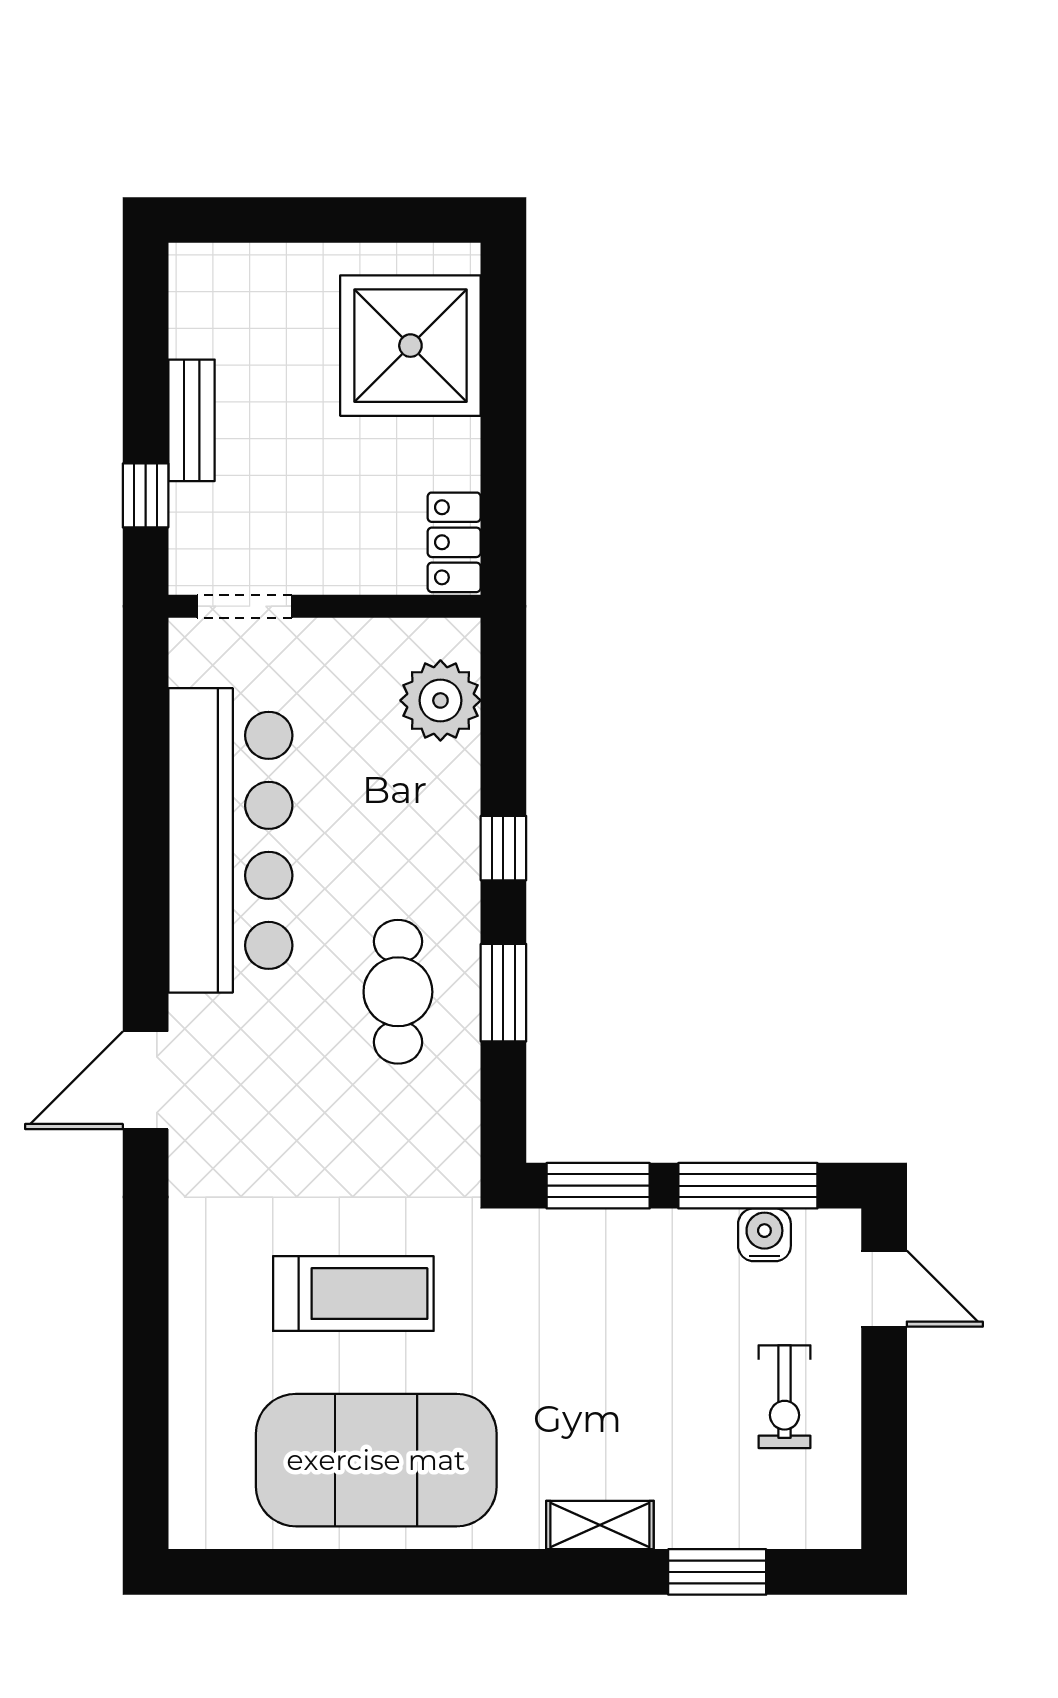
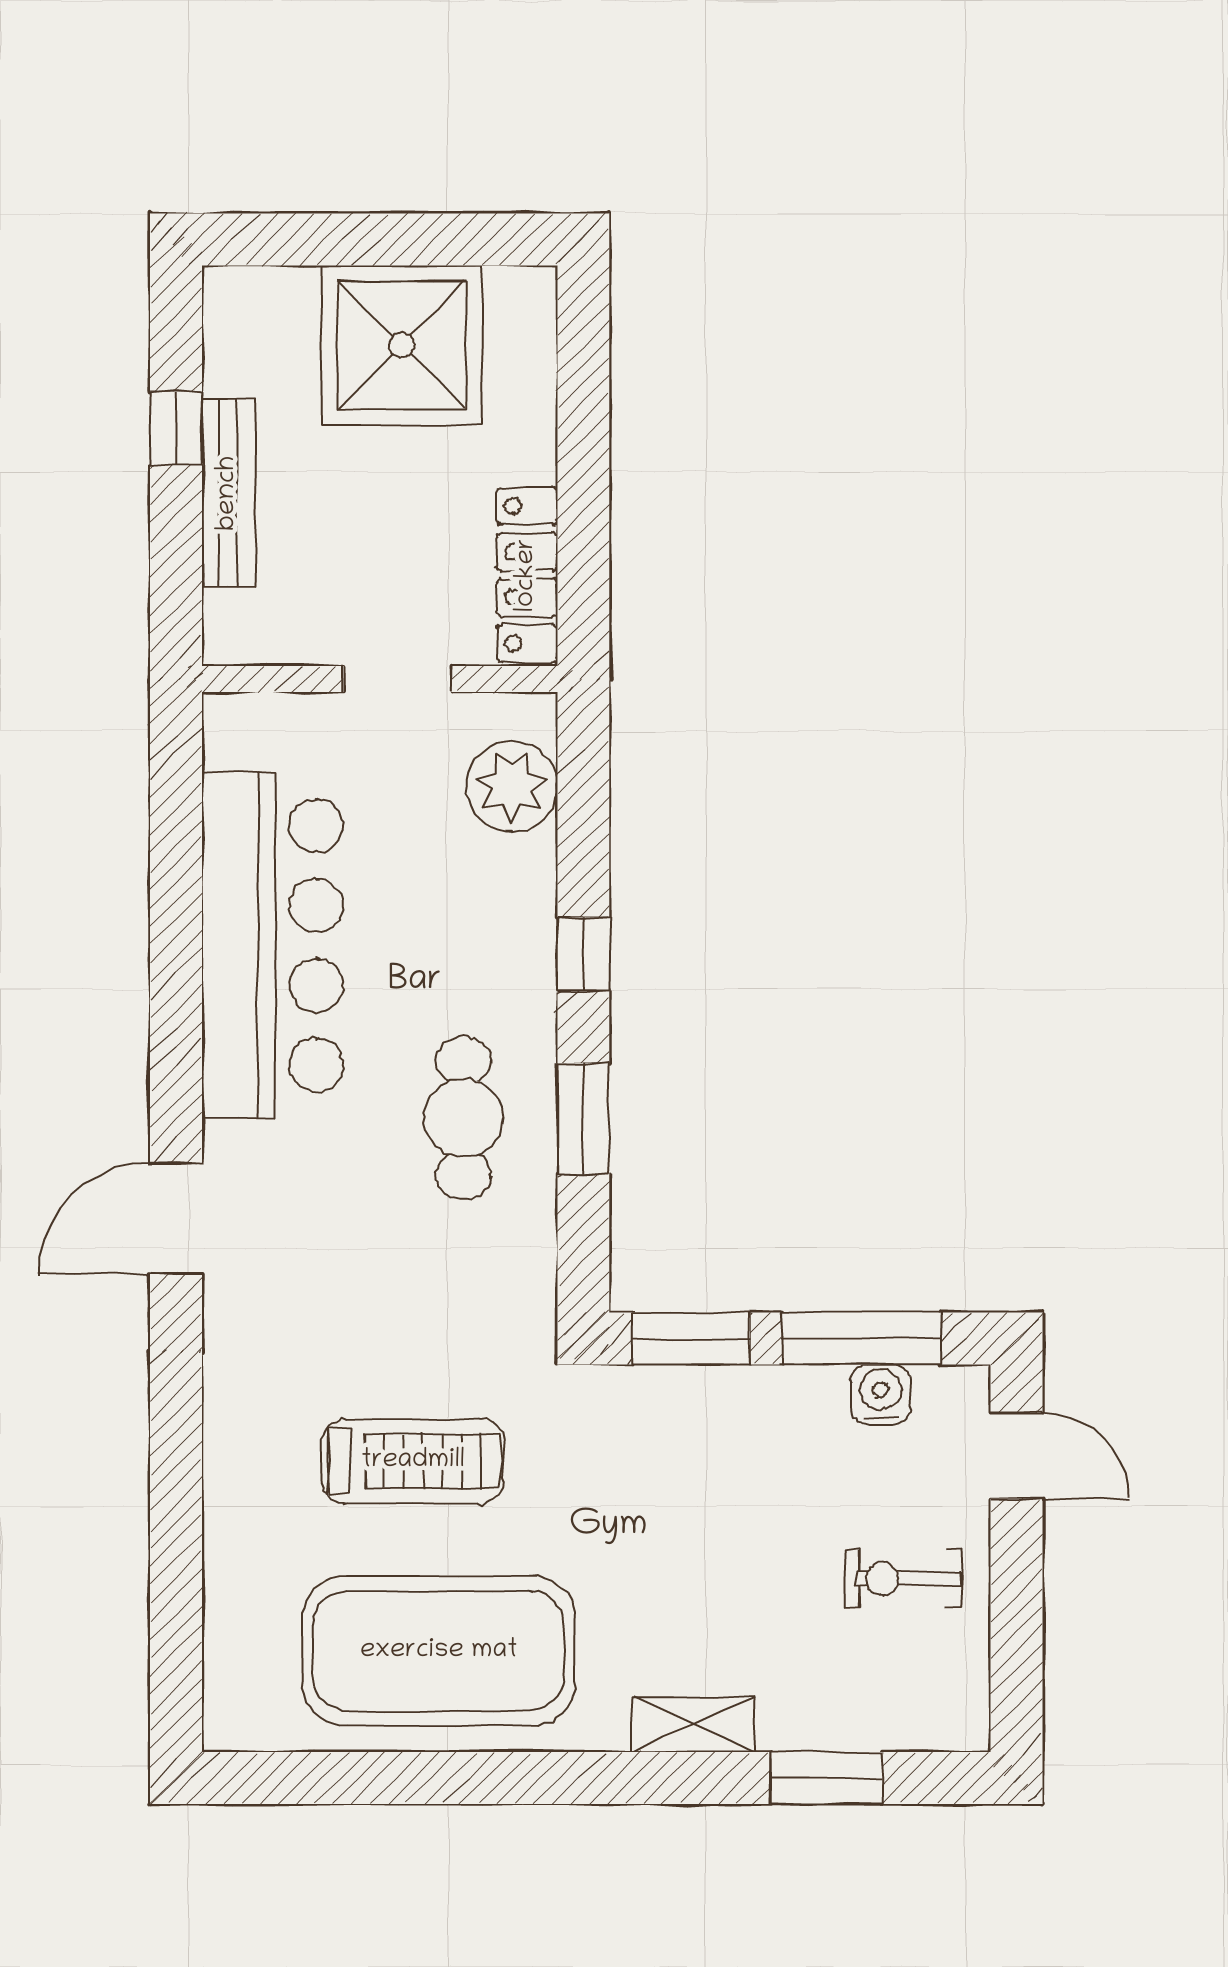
shower: (410, 346) -> (402, 345), moved
bench: (191, 420) -> (228, 493), width x1.36
window: (146, 495) -> (176, 428), moved
locker: (454, 542) -> (527, 575), width x1.53
doorway: (244, 606) -> (398, 679), moved
exercise bike: (785, 1397) -> (903, 1579), turned 90

